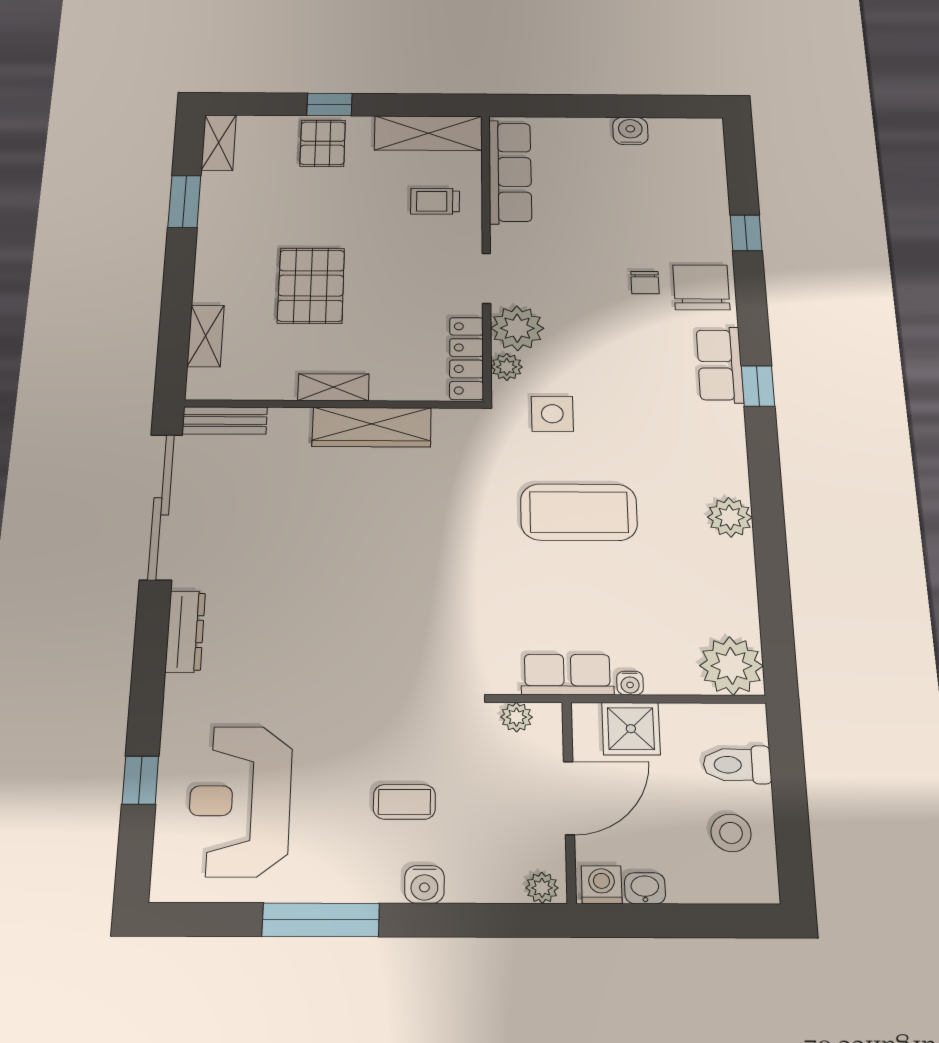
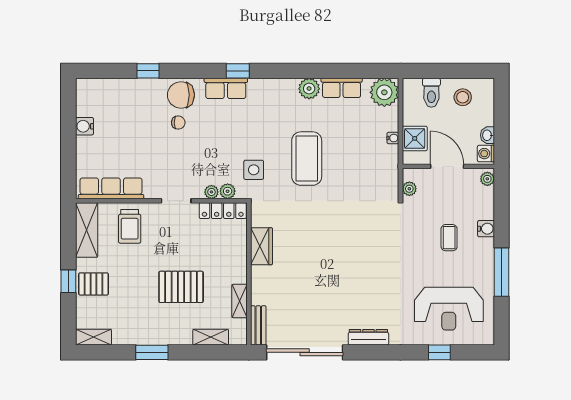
window: (184, 201) -> (152, 352), moved
trolley: (435, 201) -> (130, 226), width x1.36, depth x1.39
plant: (517, 328) -> (211, 192), width x0.53, depth x0.53
shelving: (333, 387) -> (240, 301), moved
wardrobe: (372, 427) -> (261, 246), width x0.67
row of seats: (567, 675) -> (342, 88), moved, turned -90

